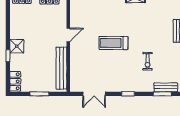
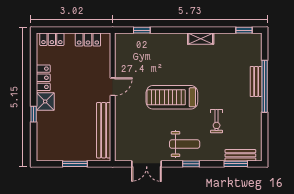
treadmill: (113, 43) -> (172, 97), width x1.37, depth x1.38
weight bench: (123, 79) -> (185, 144), added
locker: (15, 81) -> (43, 78), moved

